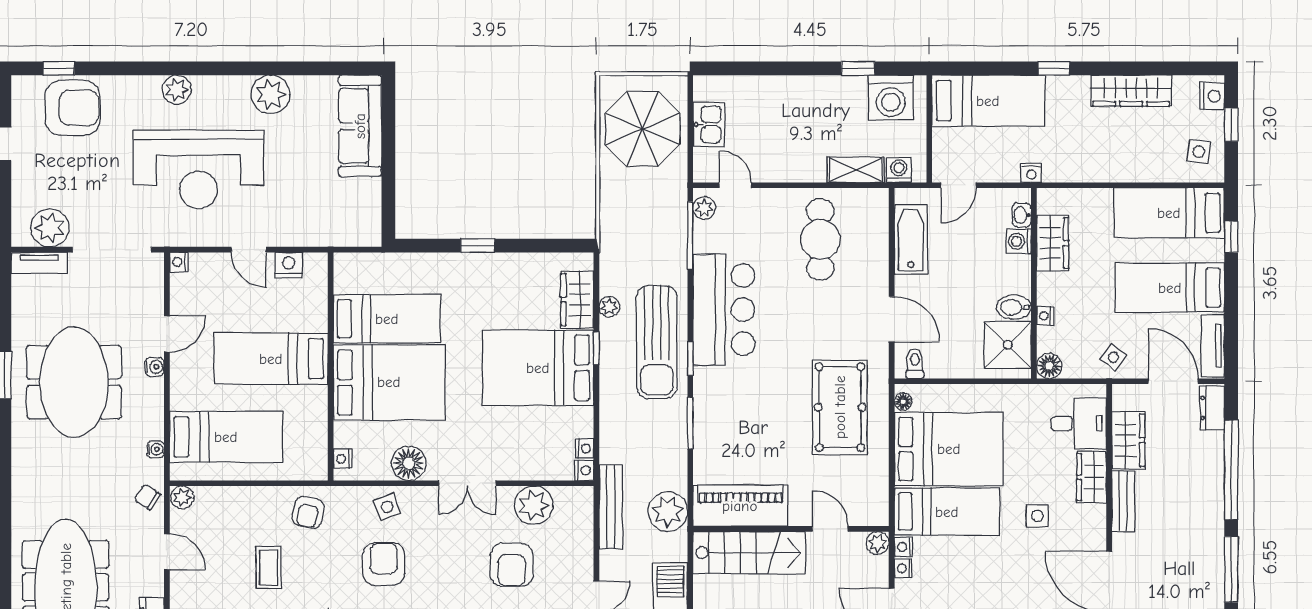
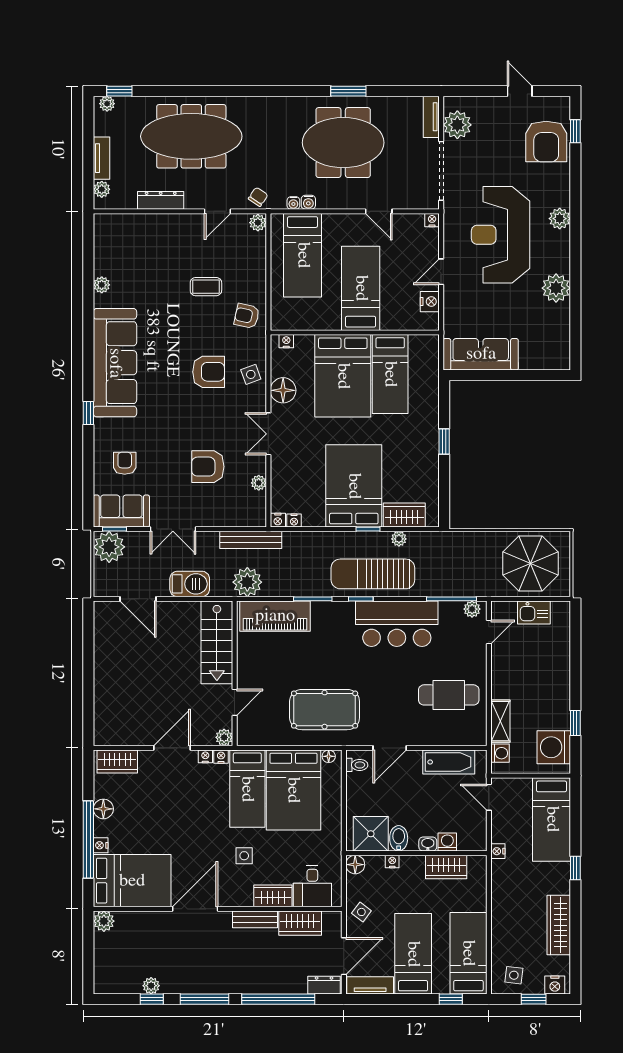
sofa: (360, 126) -> (481, 354), moved
washbasin: (1022, 215) -> (428, 844), moved
water cooler: (155, 367) -> (308, 202), moved
plant: (534, 505) -> (259, 483), width x0.53, depth x0.53
piano: (740, 506) -> (275, 616), moved, turned 90

